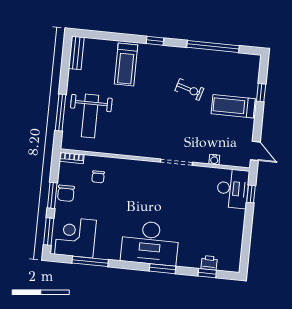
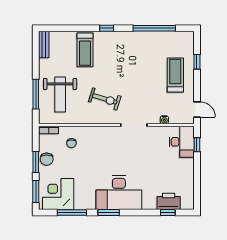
exercise bike: (189, 89) -> (105, 99), moved, width x1.38, depth x1.39
treadmill: (233, 106) -> (175, 75), turned 90
printer: (209, 263) -> (169, 201), width x1.87, depth x1.48
window: (163, 269) -> (109, 212), moved

